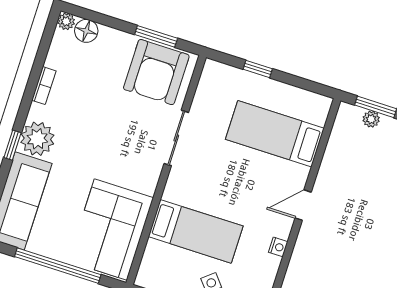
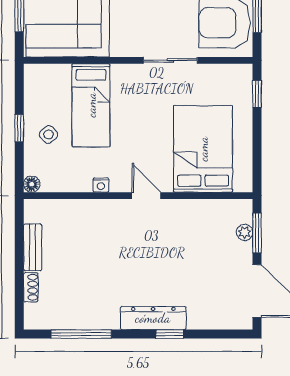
window: (258, 69) -> (257, 94), moved
bed: (275, 134) -> (203, 149), width x1.50

